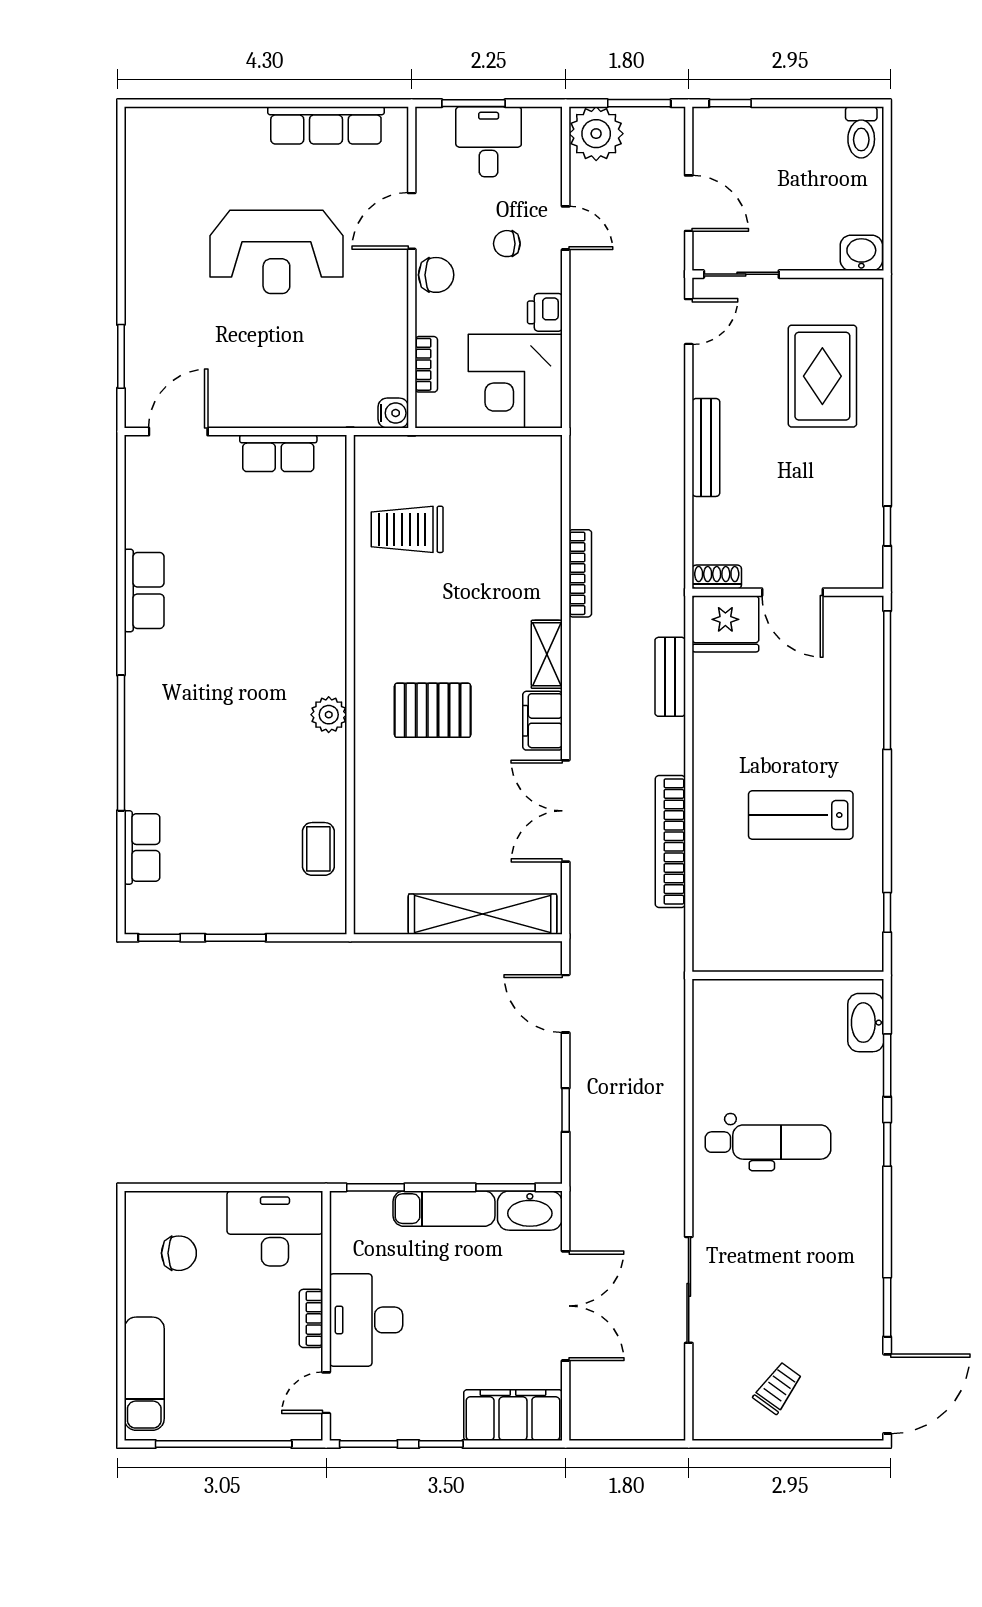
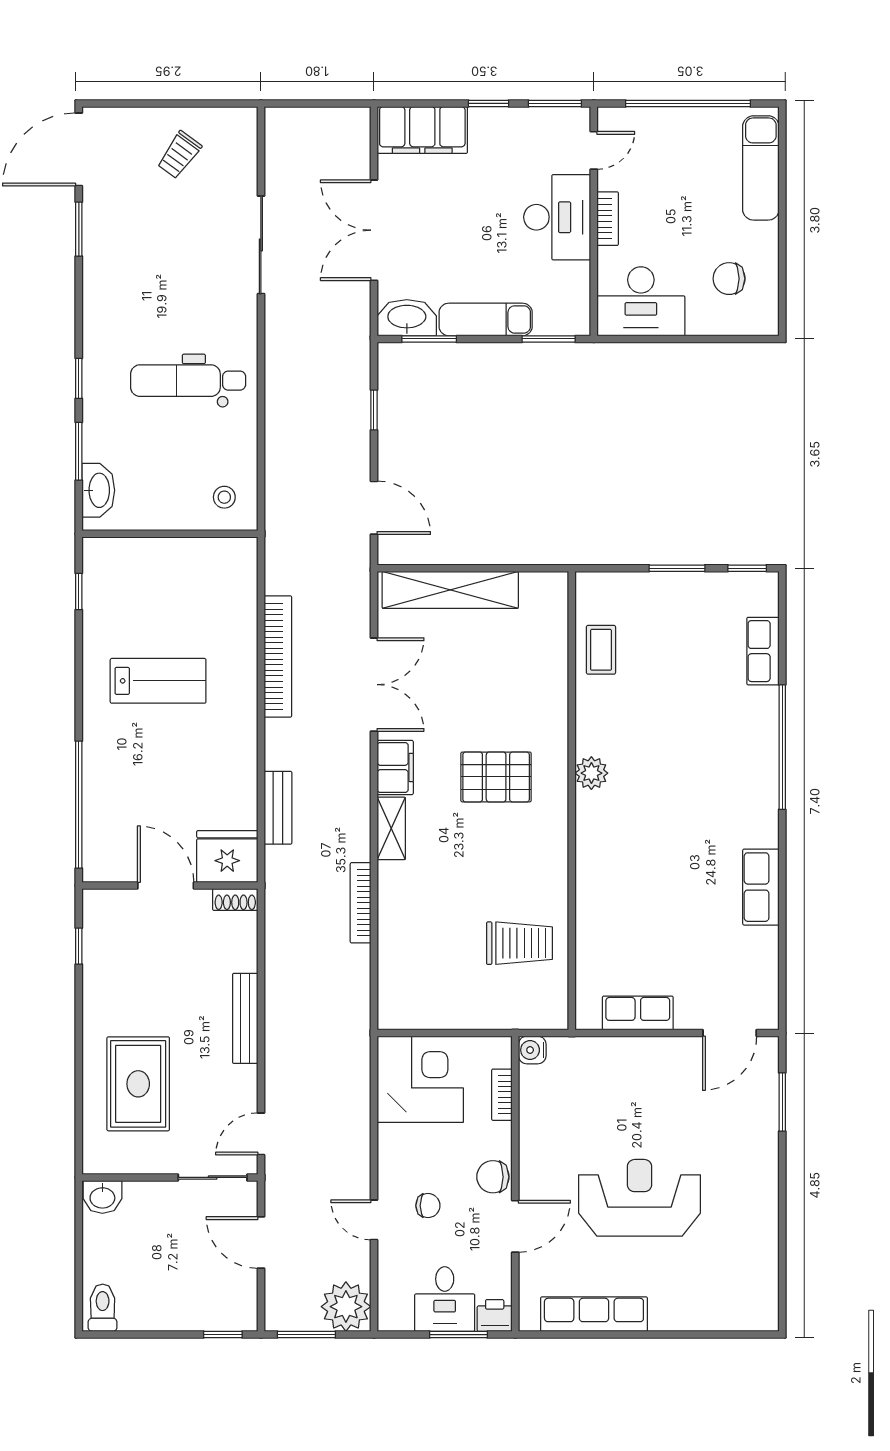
printer: (545, 312) -> (495, 1315), moved, turned -90
stool: (729, 1015) -> (224, 497), added

